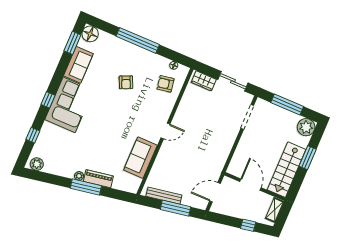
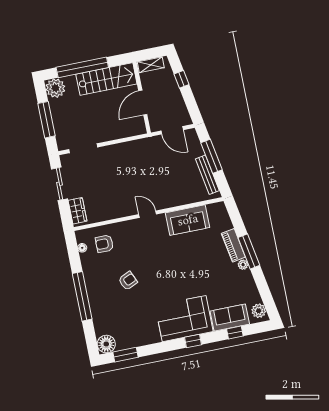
sofa: (78, 65) -> (230, 318), moved
armchair: (166, 84) -> (104, 244), turned 100
window: (308, 158) -> (82, 67), width x2.11

